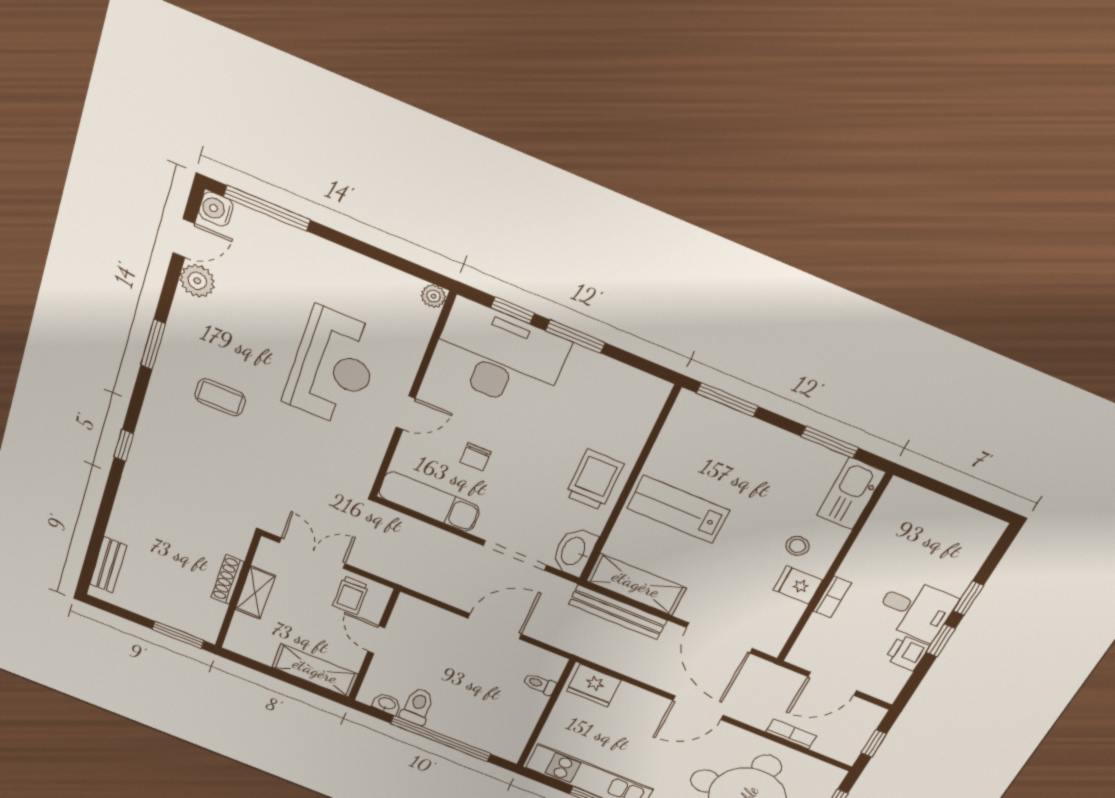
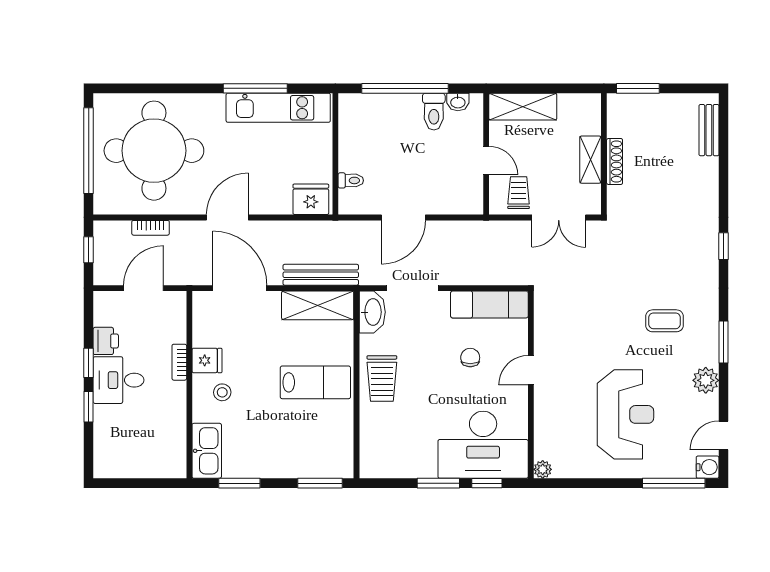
plant: (197, 281) -> (706, 380), moved
reception desk: (333, 367) -> (625, 414), moved, turned 180

